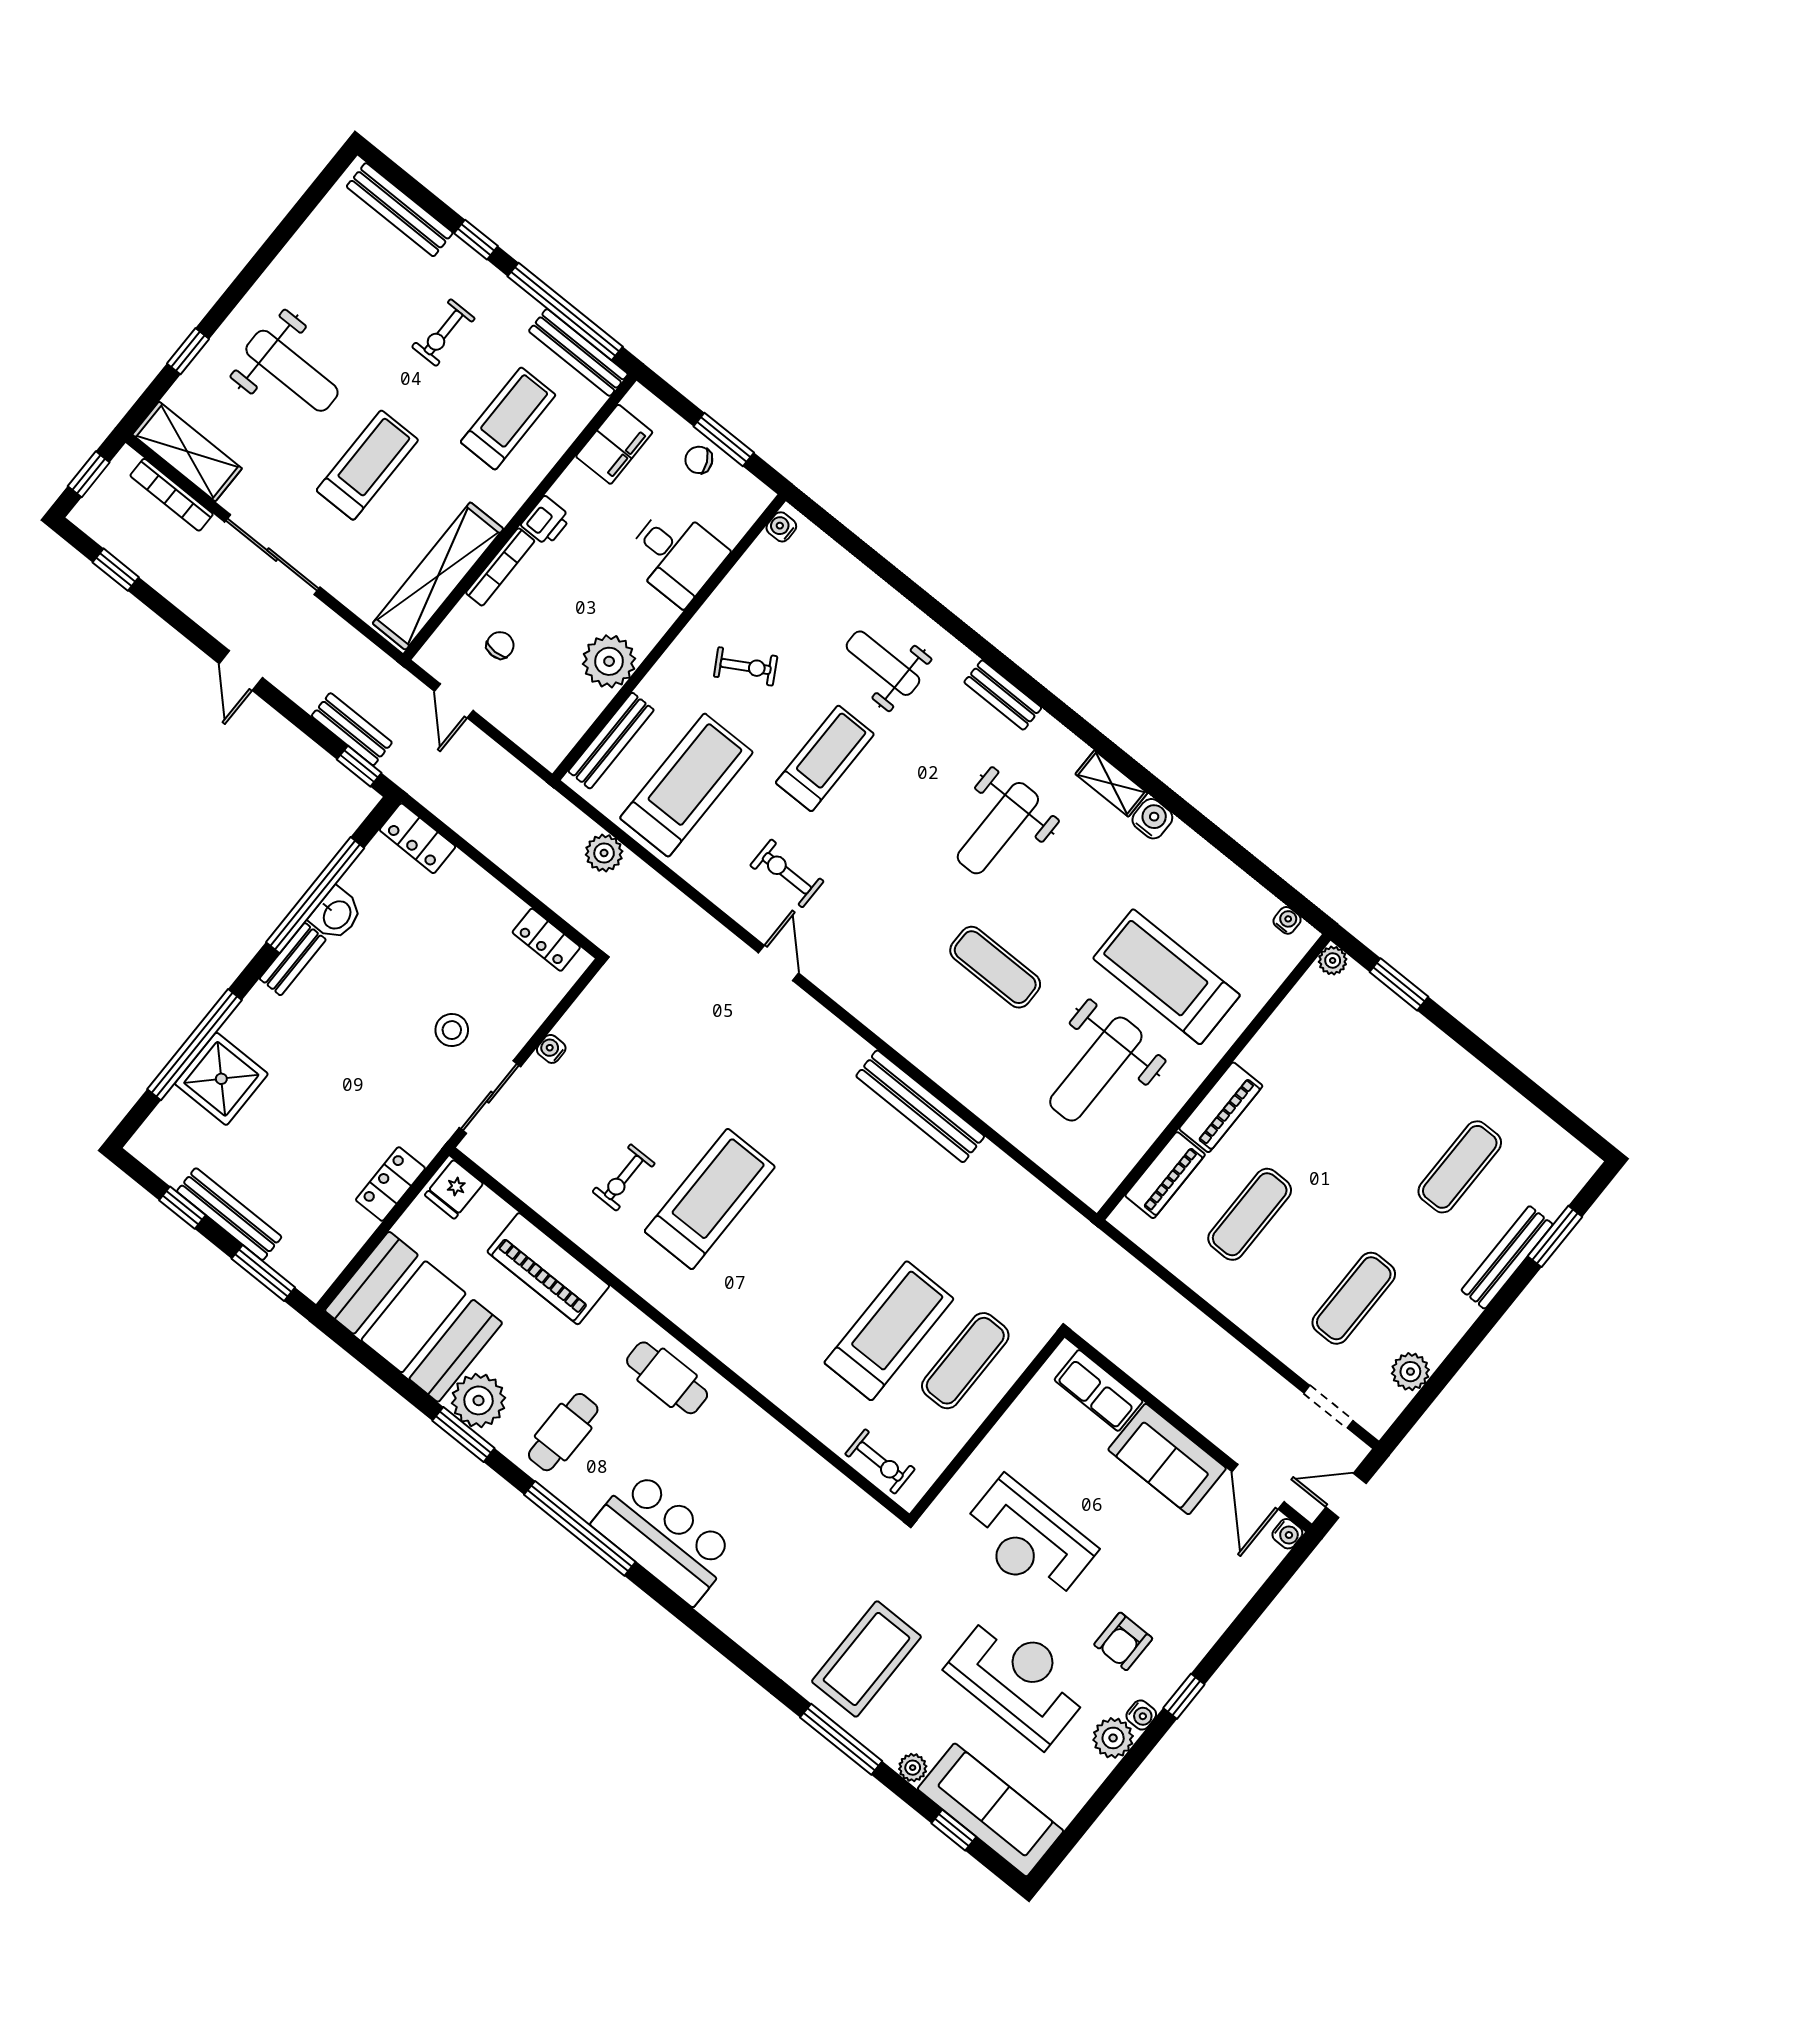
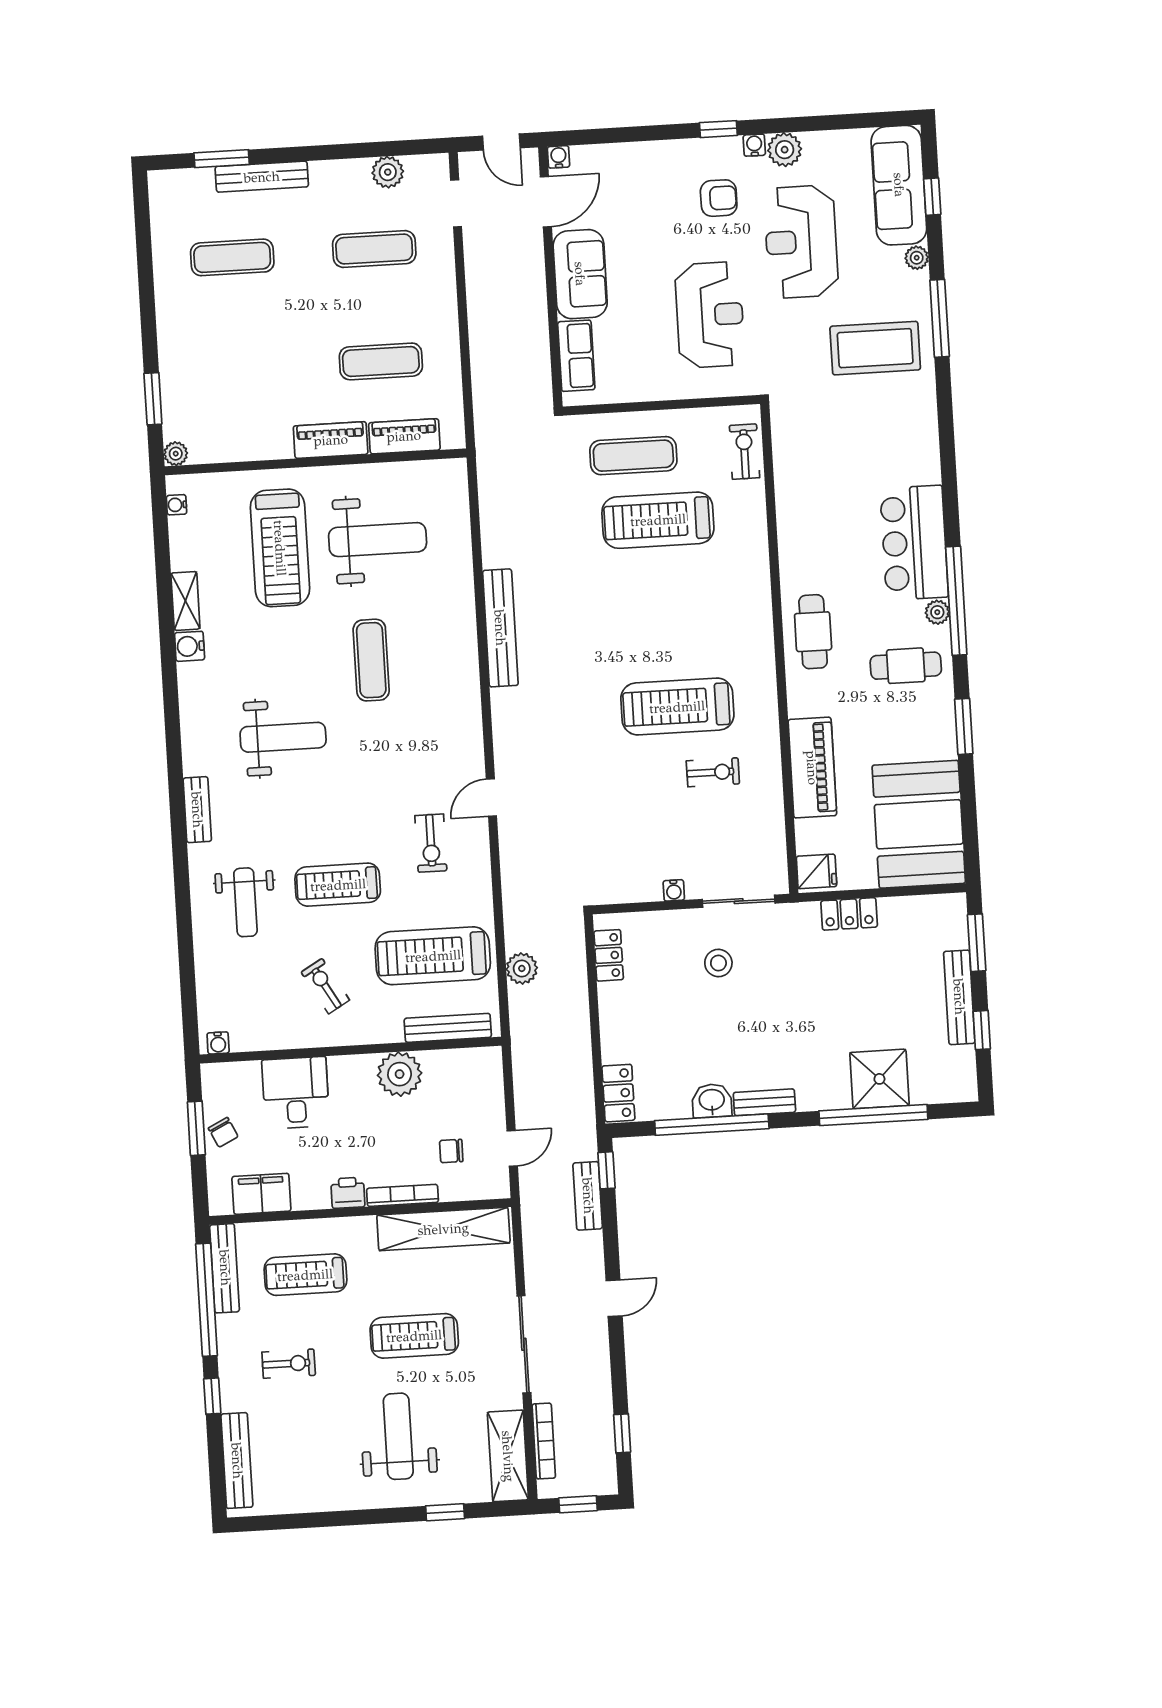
shelving: (1111, 784) -> (185, 601), moved
plant: (479, 1400) -> (937, 612), moved, width x0.53, depth x0.53

